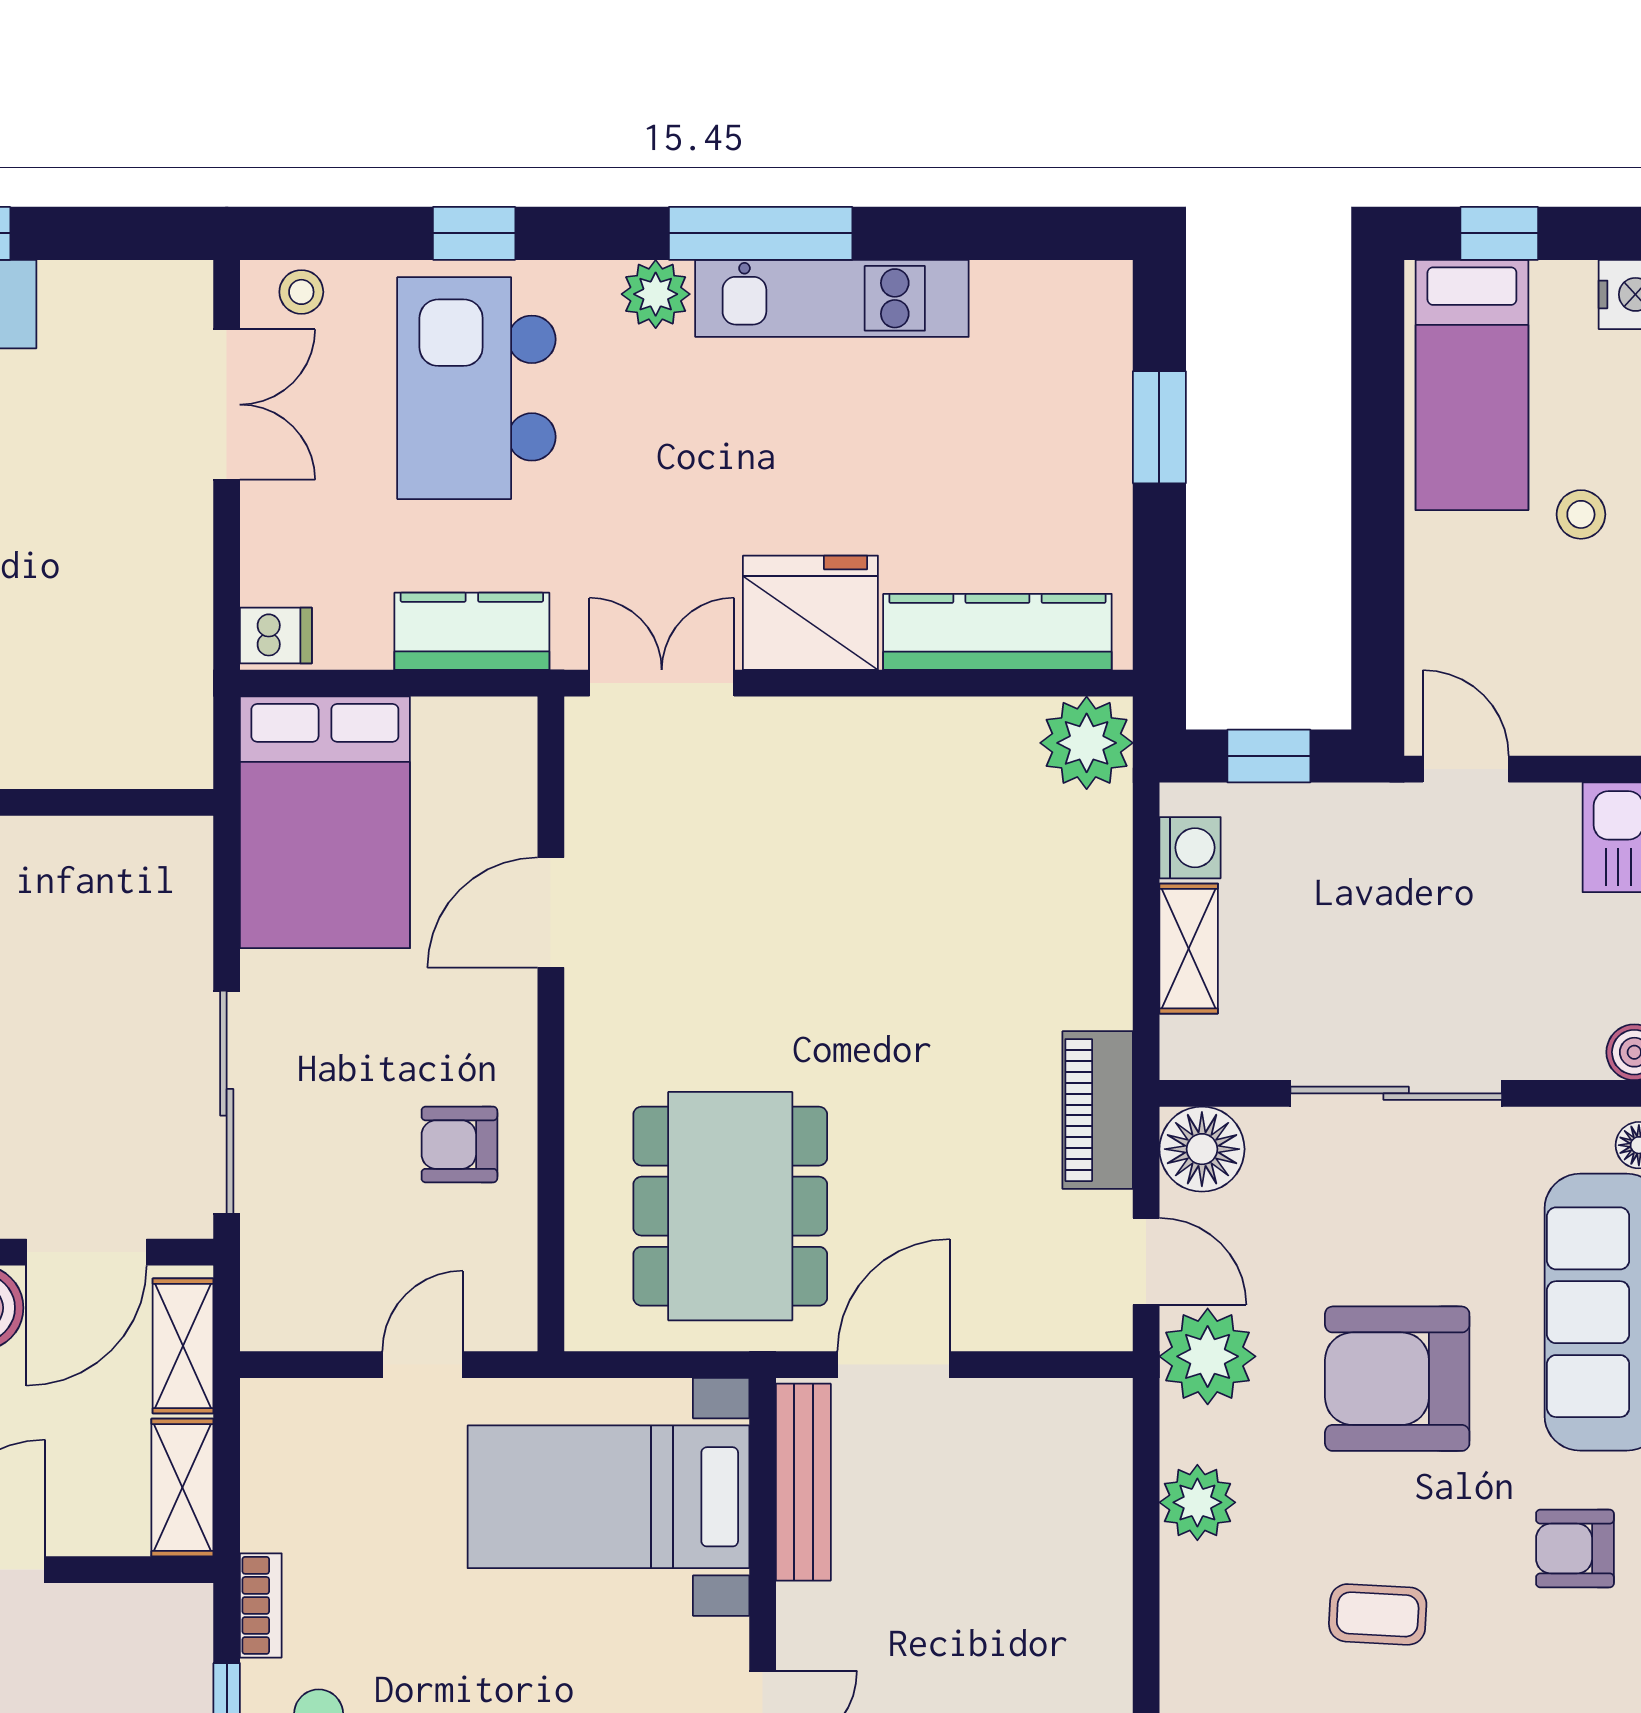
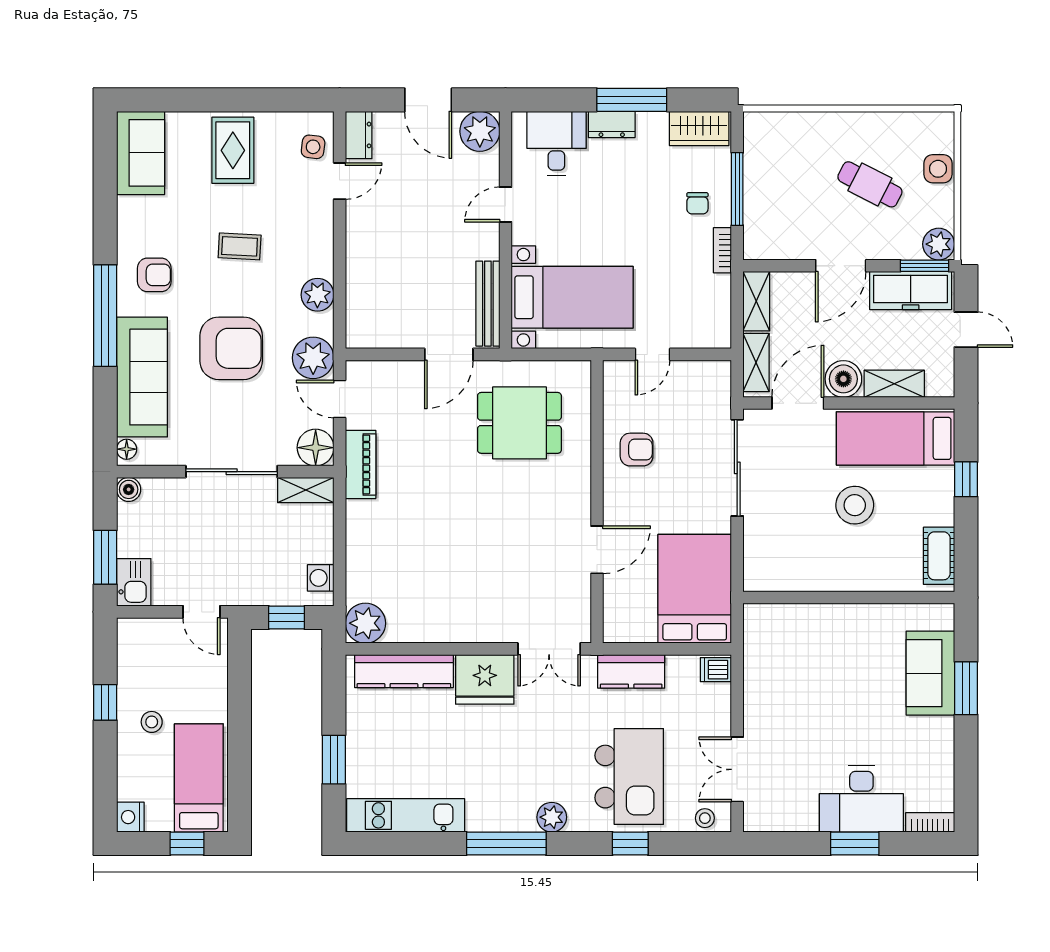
kitchen unit: (832, 298) -> (406, 815), moved
shelving: (1189, 949) -> (306, 490), moved, turned 90
dining table: (730, 1206) -> (519, 423), width x0.73

